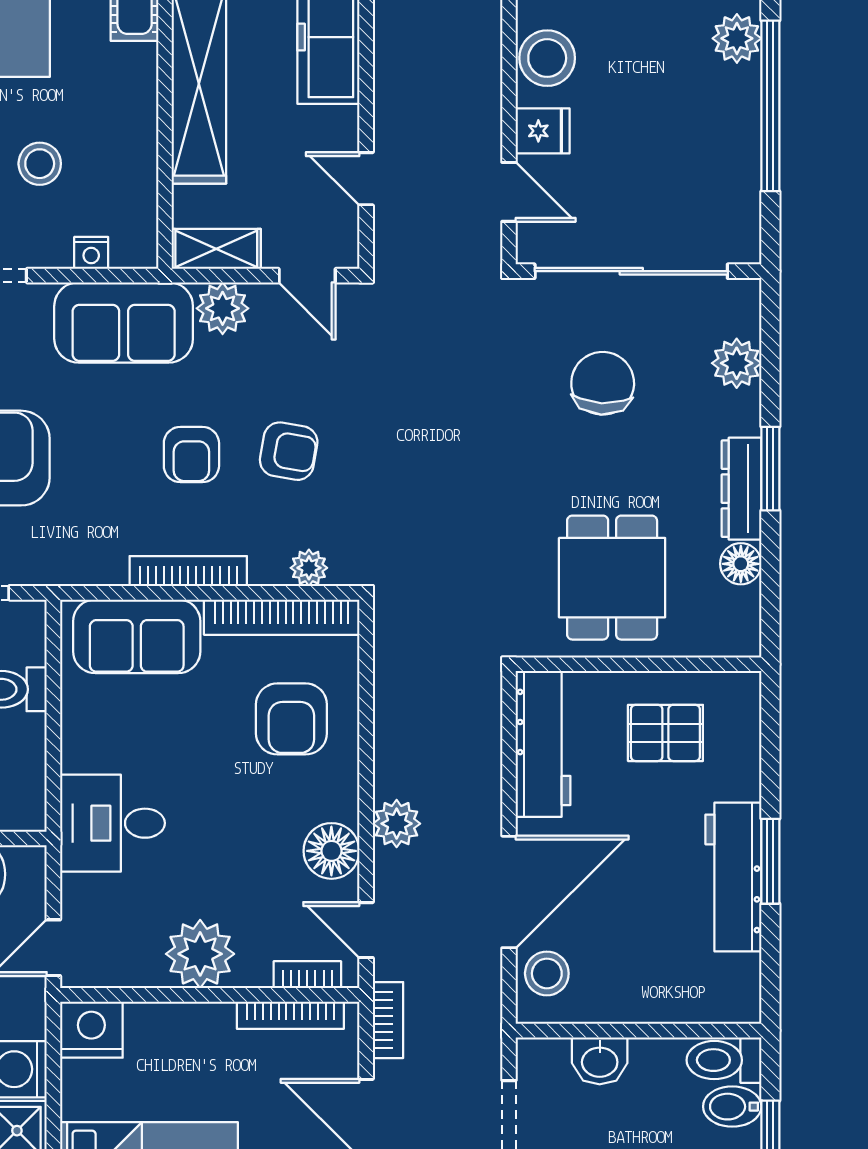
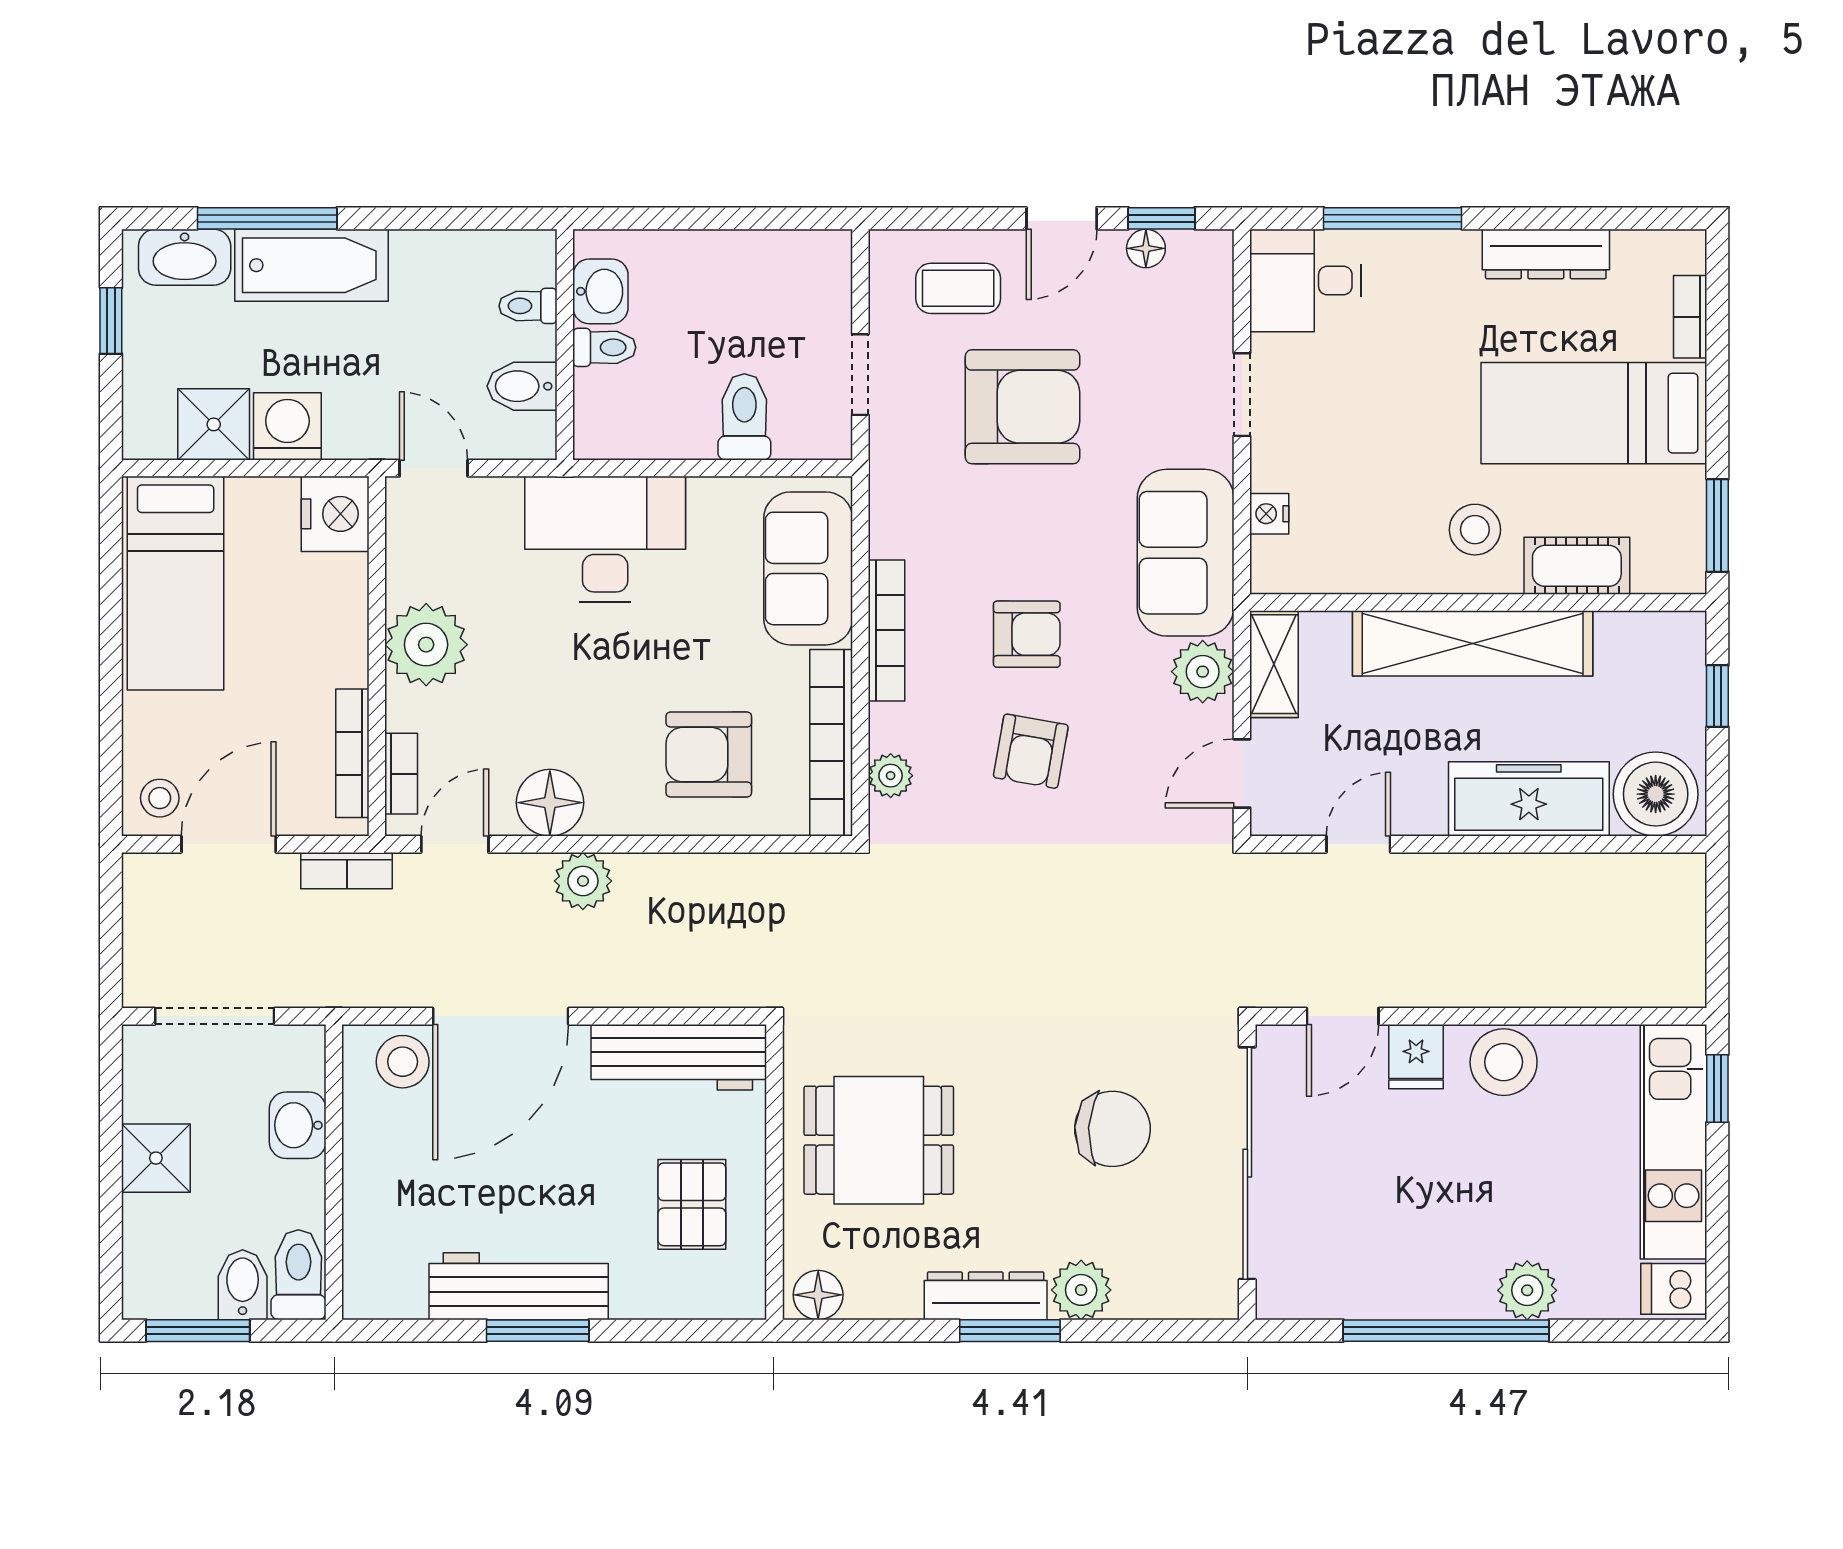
stool: (40, 164) -> (1475, 530), moved
plant: (737, 363) -> (1081, 1290), moved
armchair: (191, 455) -> (1027, 634), turned 180
floor lamp: (741, 564) -> (818, 1295), moved
desk: (112, 823) -> (605, 539), width x1.37
door: (509, 892) -> (501, 1016), hinge flipped

